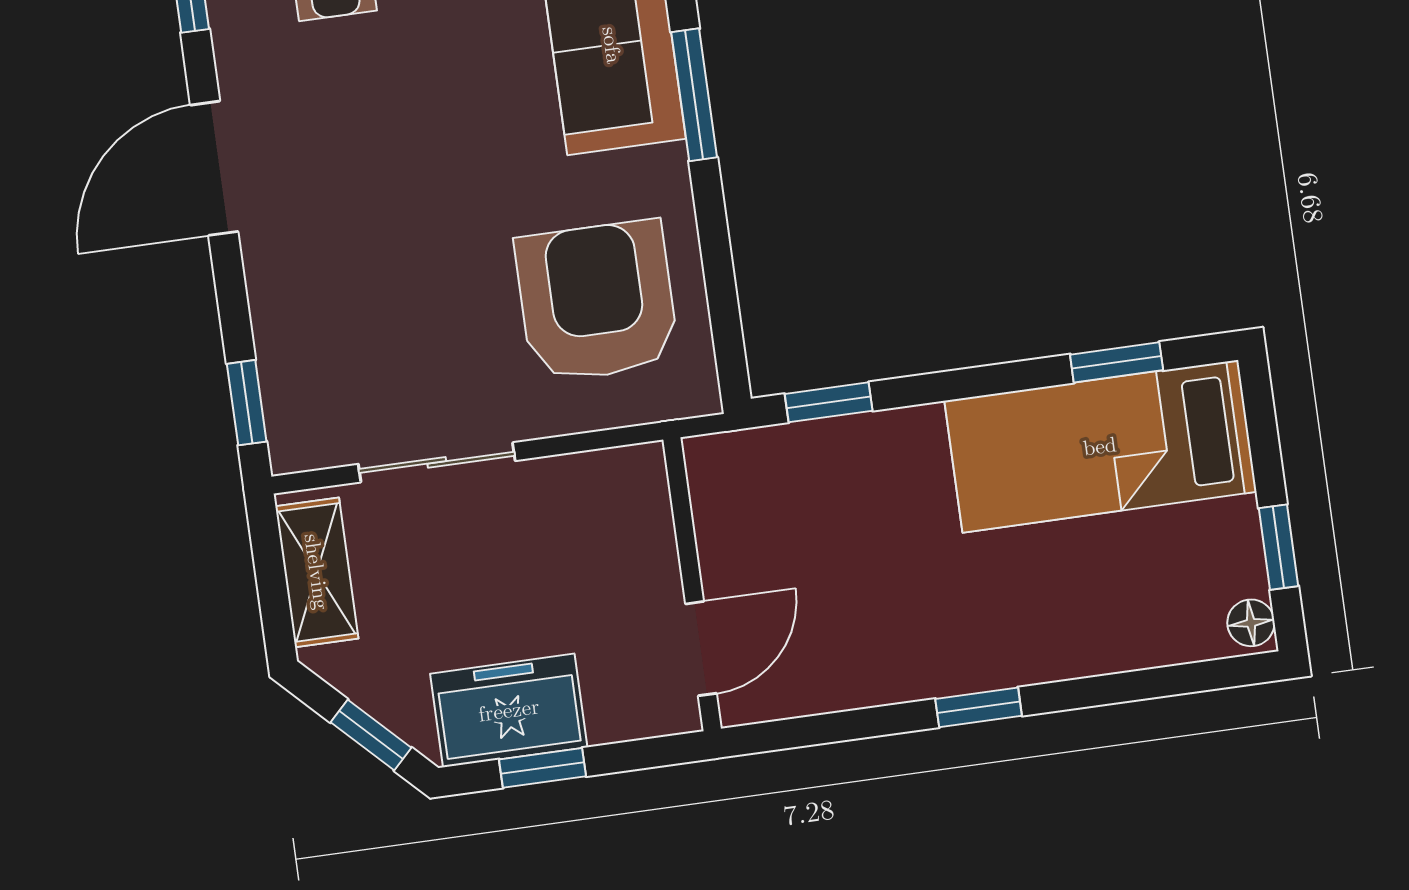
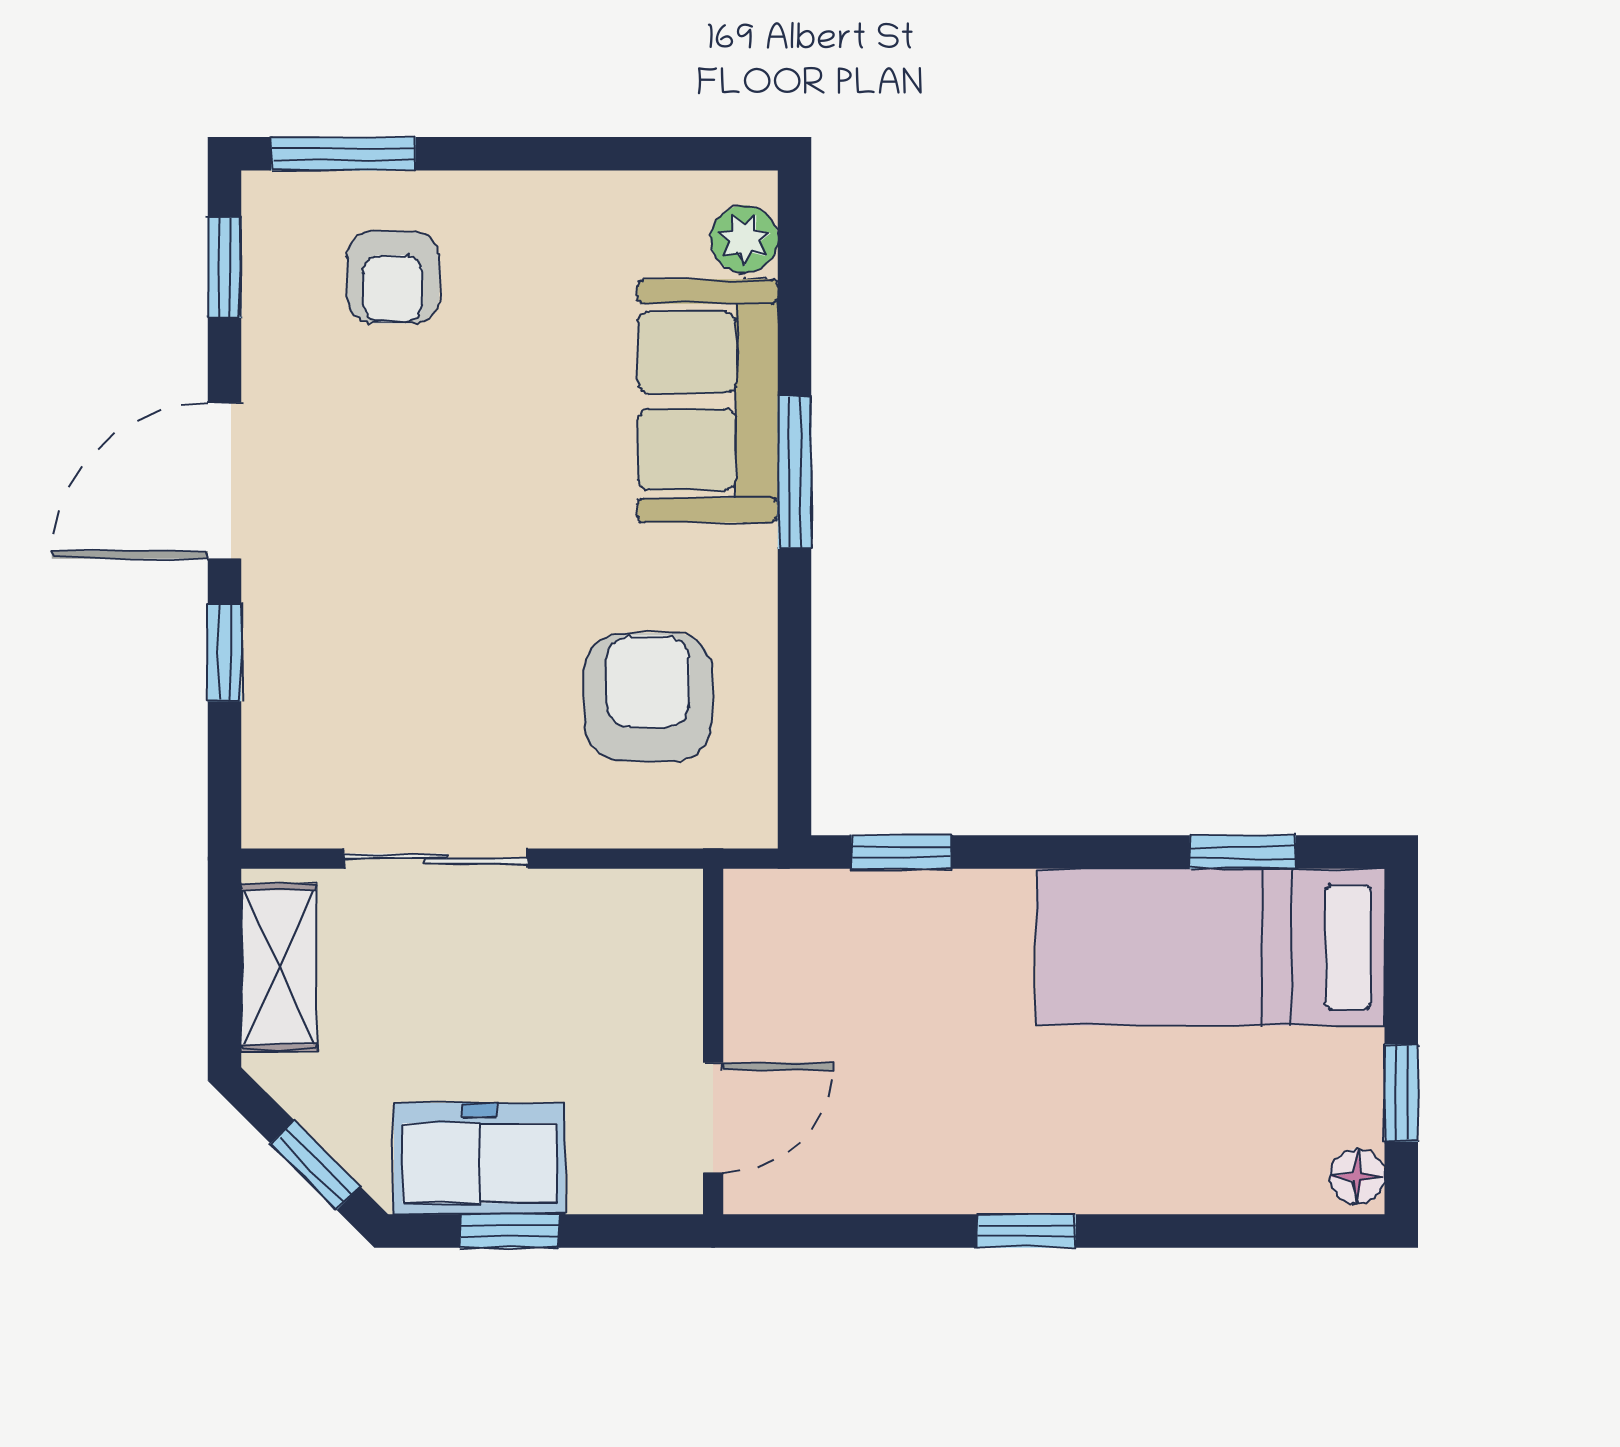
armchair: (597, 301) -> (648, 697), width x0.73, depth x0.73
window: (247, 403) -> (224, 653), moved

